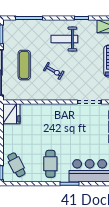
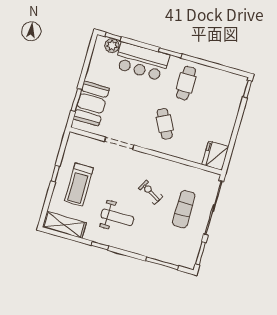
weight bench: (64, 39) -> (117, 217), moved
cafe table: (16, 165) -> (165, 124), moved

